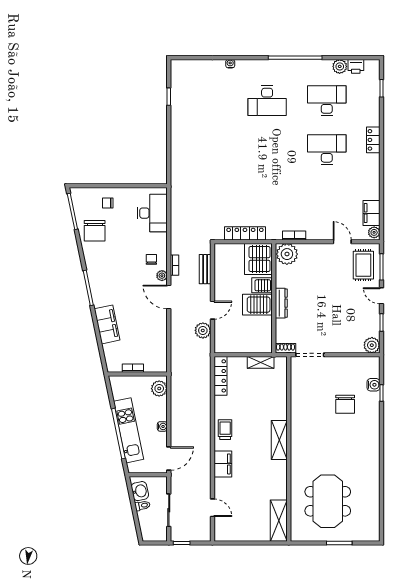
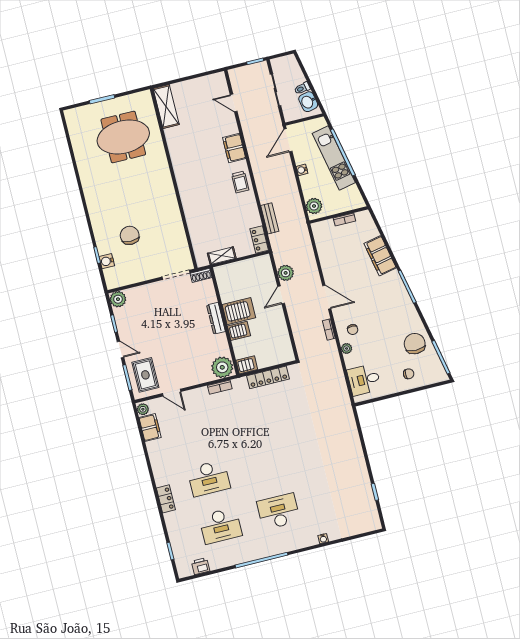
plant: (340, 66) -> (216, 562), removed
desk: (152, 213) -> (364, 380), width x0.73
server rack: (258, 259) -> (247, 365), width x0.46, depth x0.70
bench: (205, 269) -> (270, 218), moved
plant: (162, 276) -> (347, 348), moved
locker: (220, 376) -> (259, 239), width x0.66
shelving: (279, 440) -> (185, 185), removed
meeting table: (328, 501) -> (123, 137), turned 90

